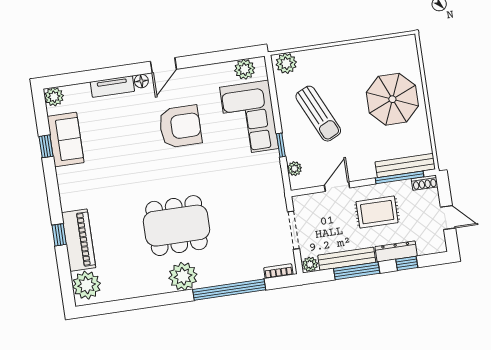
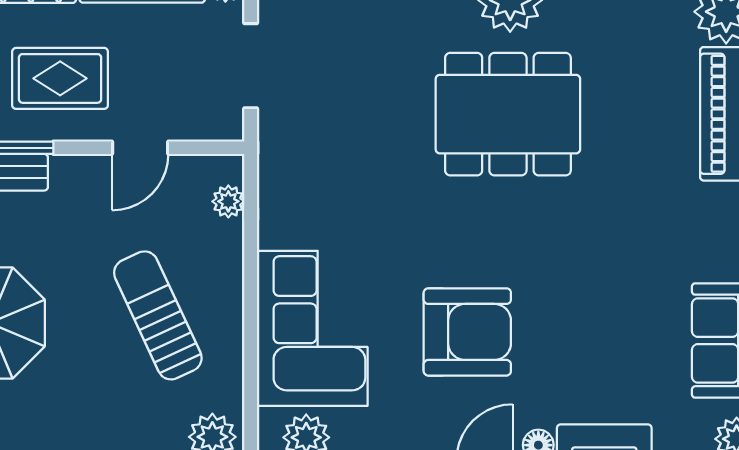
armchair: (180, 126) -> (467, 332), turned 180
window: (281, 145) -> (251, 258), removed

